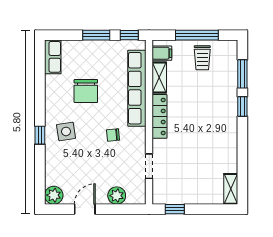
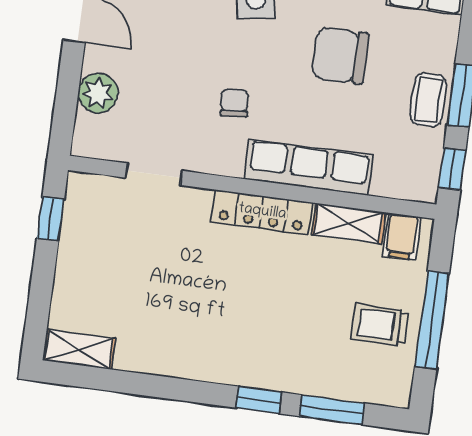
coffee table: (100, 50) -> (428, 100), added
row of seats: (137, 88) -> (309, 167), width x0.73

